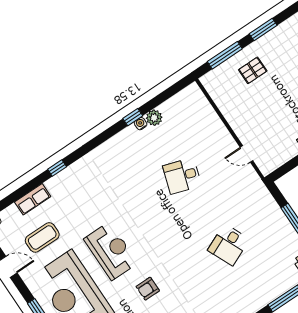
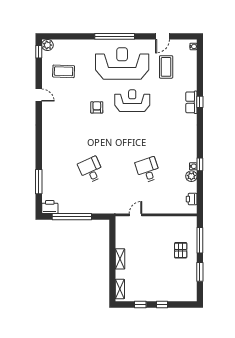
printer: (182, 99) -> (192, 199), added
desk: (182, 176) -> (148, 170), turned -36
row of seats: (33, 199) -> (191, 102), moved
reception desk: (111, 251) -> (132, 101), turned 180

